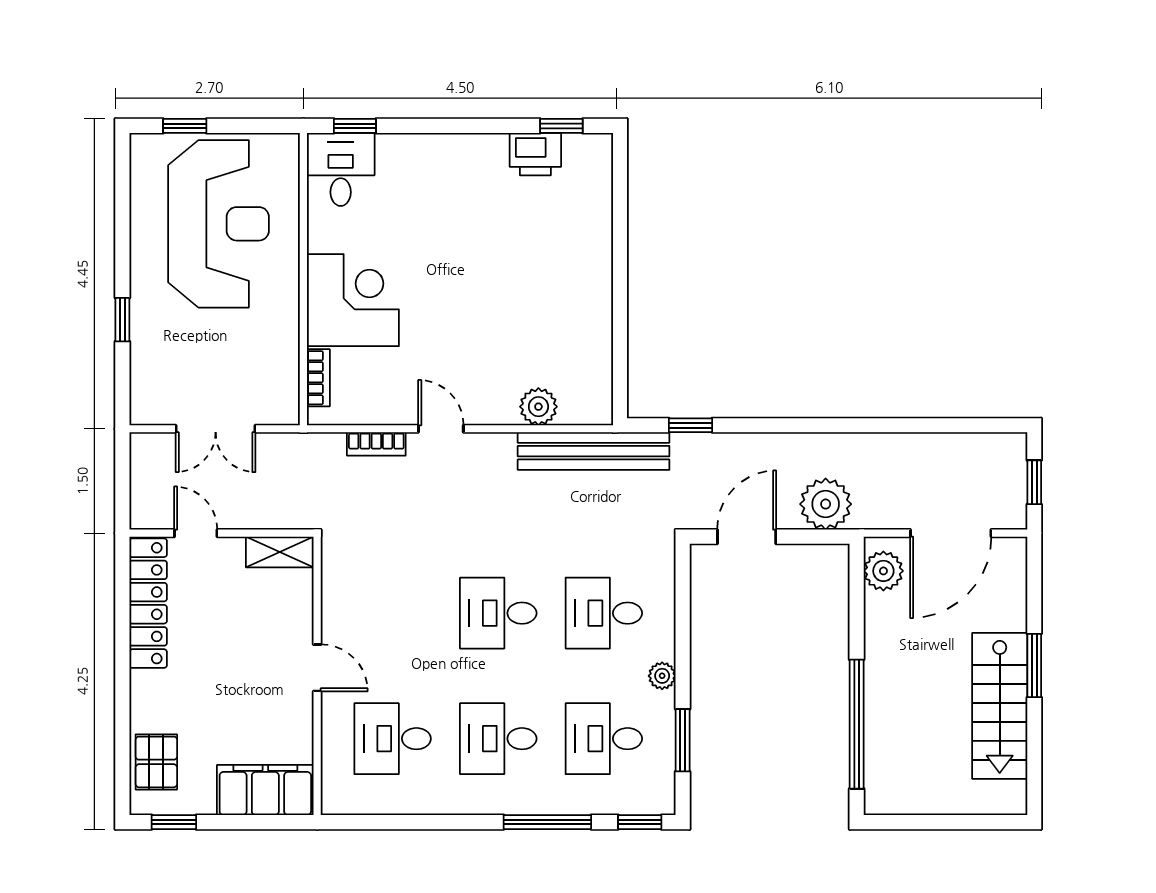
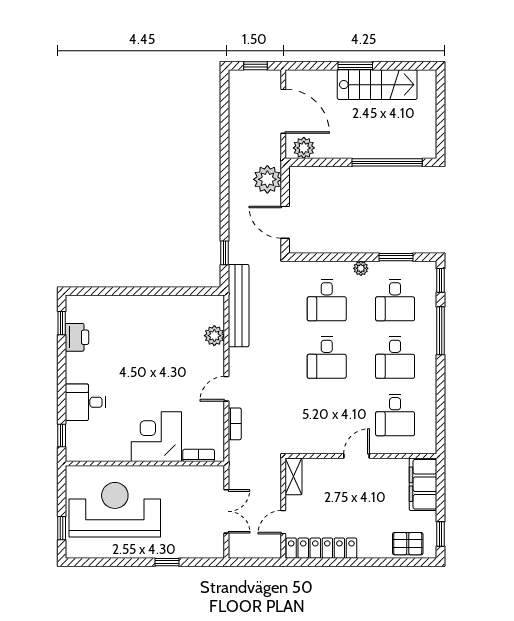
desk: (341, 169) -> (85, 402), moved

